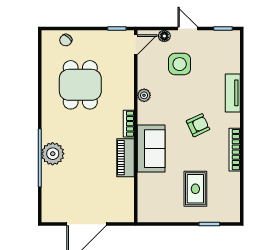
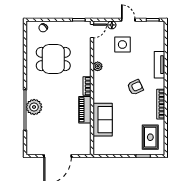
dining table: (80, 85) -> (53, 59), turned 90
sofa: (151, 149) -> (103, 120), moved
rug: (195, 189) -> (150, 137), moved

